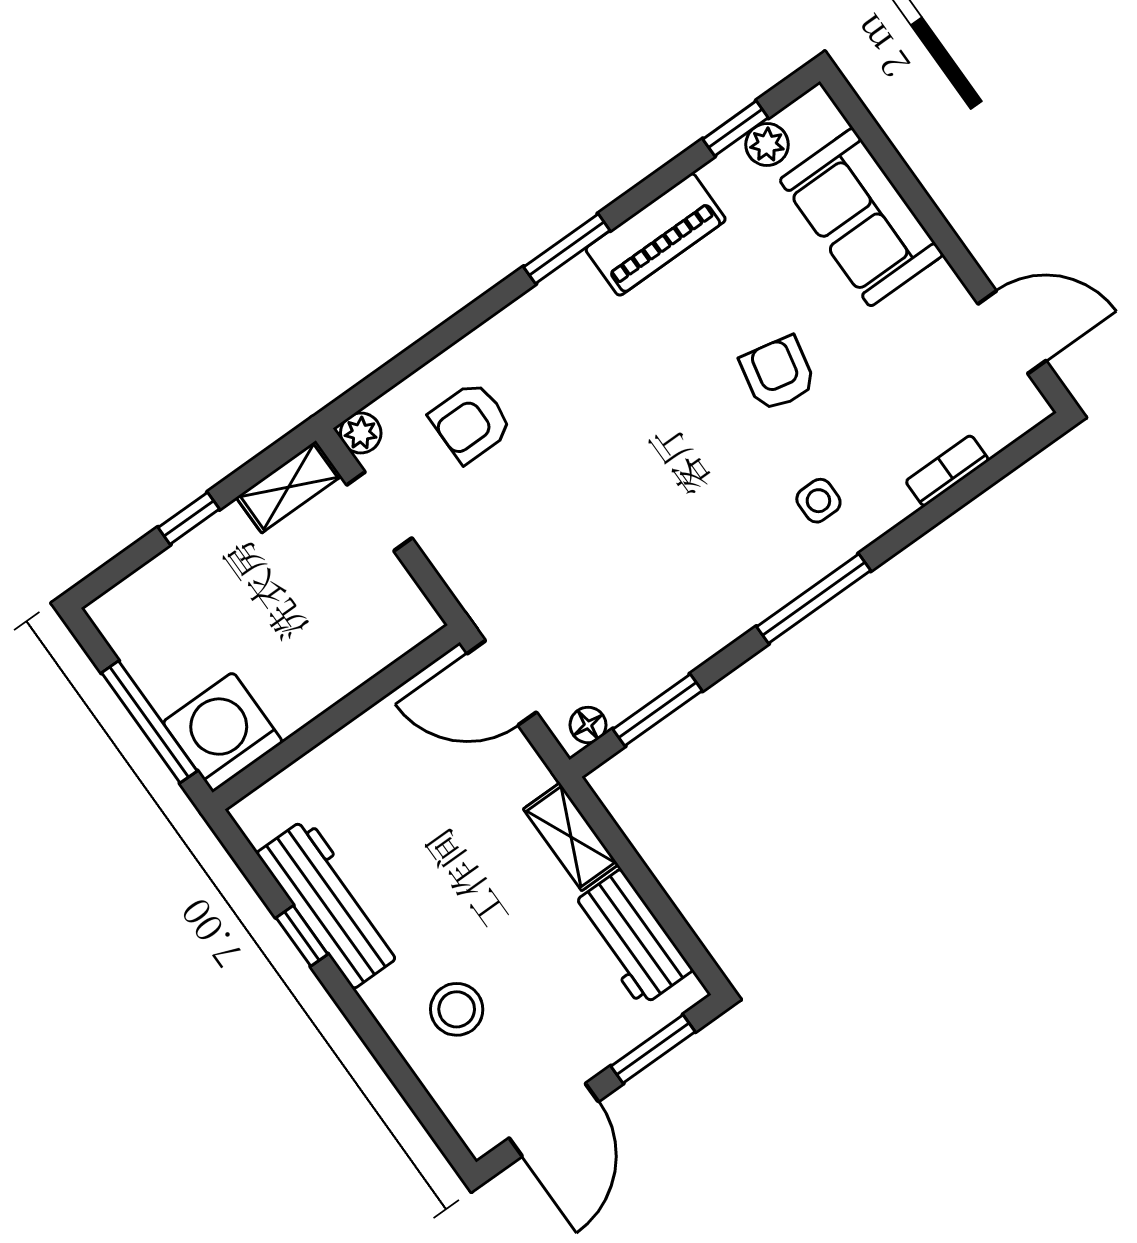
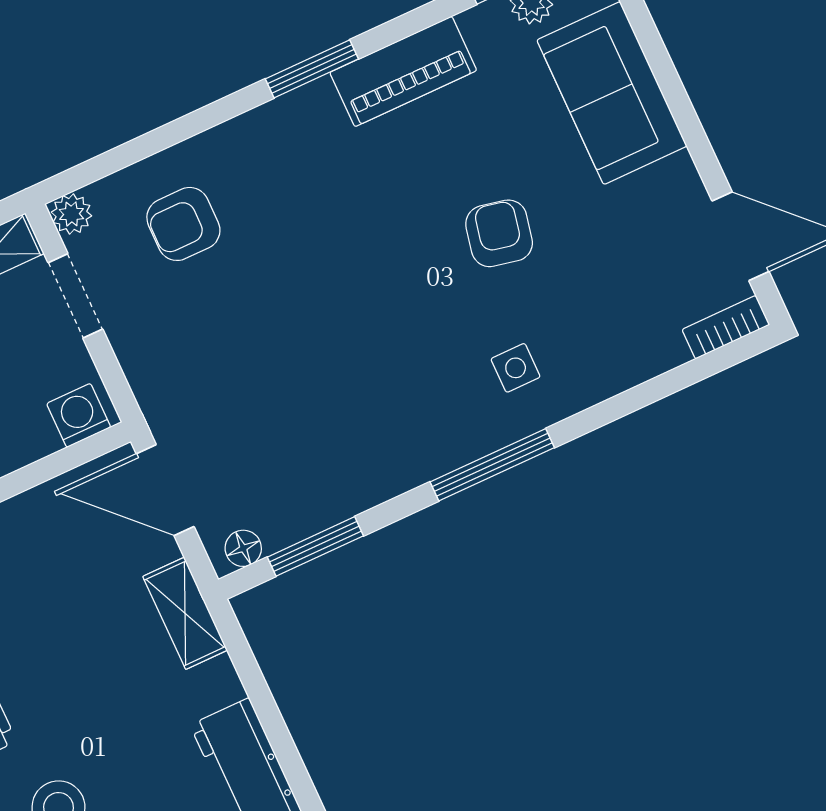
bookcase: (947, 471) -> (726, 327), moved
washing machine: (405, 626) -> (79, 415), added
shelving: (571, 837) -> (185, 613), moved

